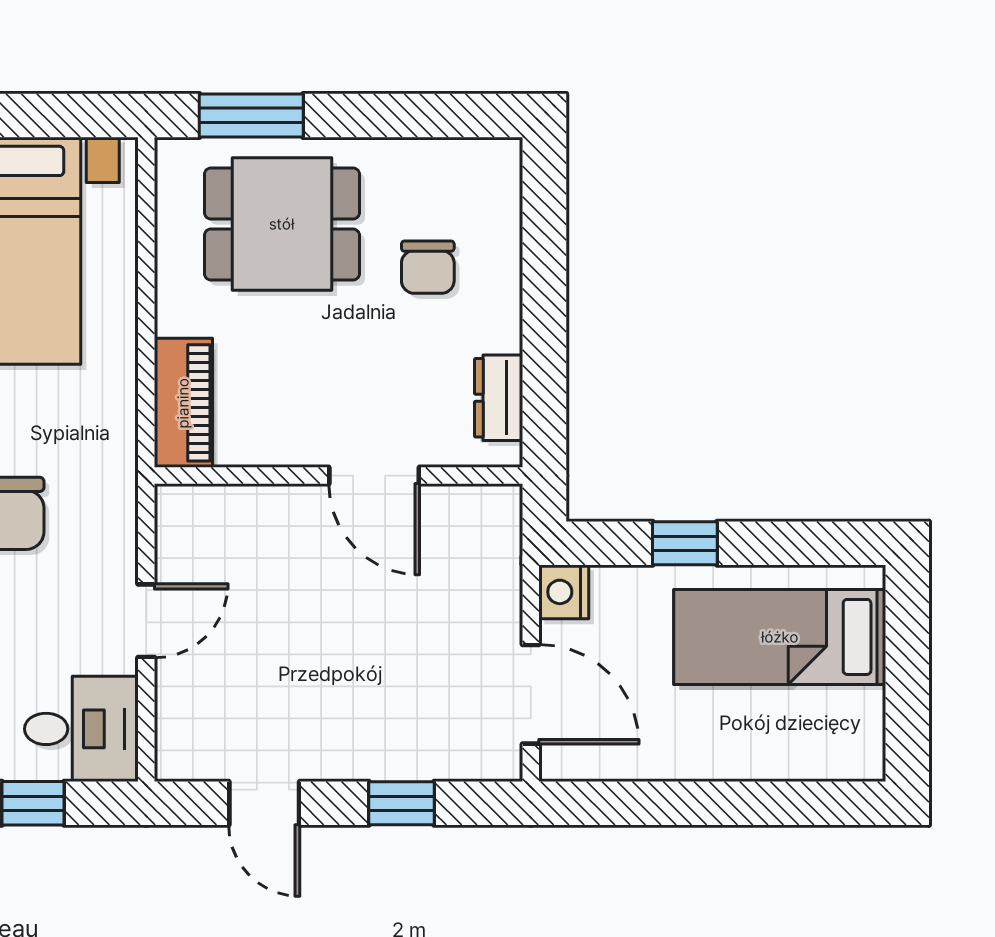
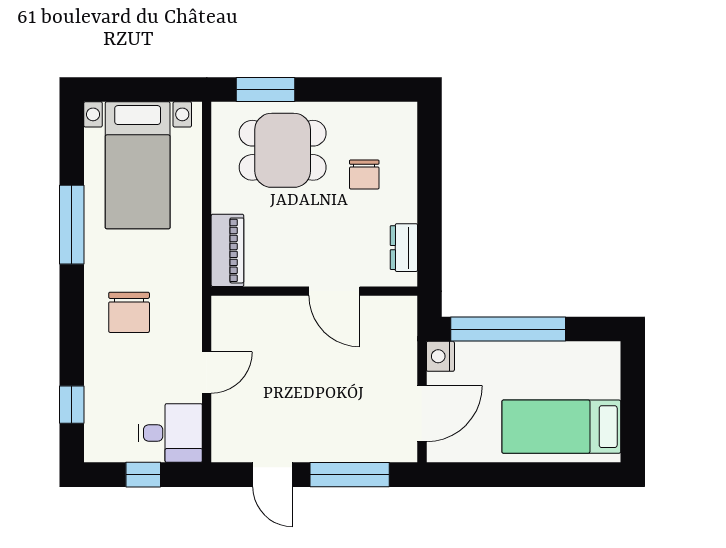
window: (685, 543) -> (508, 329), width x3.17
bed: (780, 637) -> (561, 427), moved
door: (531, 694) -> (422, 414), hinge flipped
window: (402, 803) -> (350, 475), width x2.17

